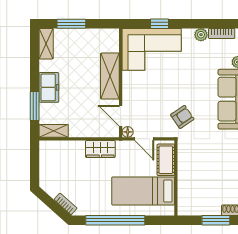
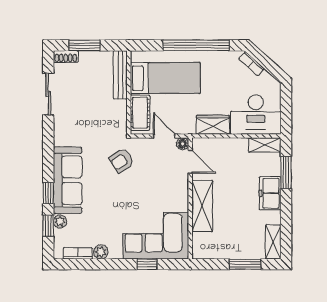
desk: (62, 158) -> (256, 115), added
bench: (184, 194) -> (120, 75), added

